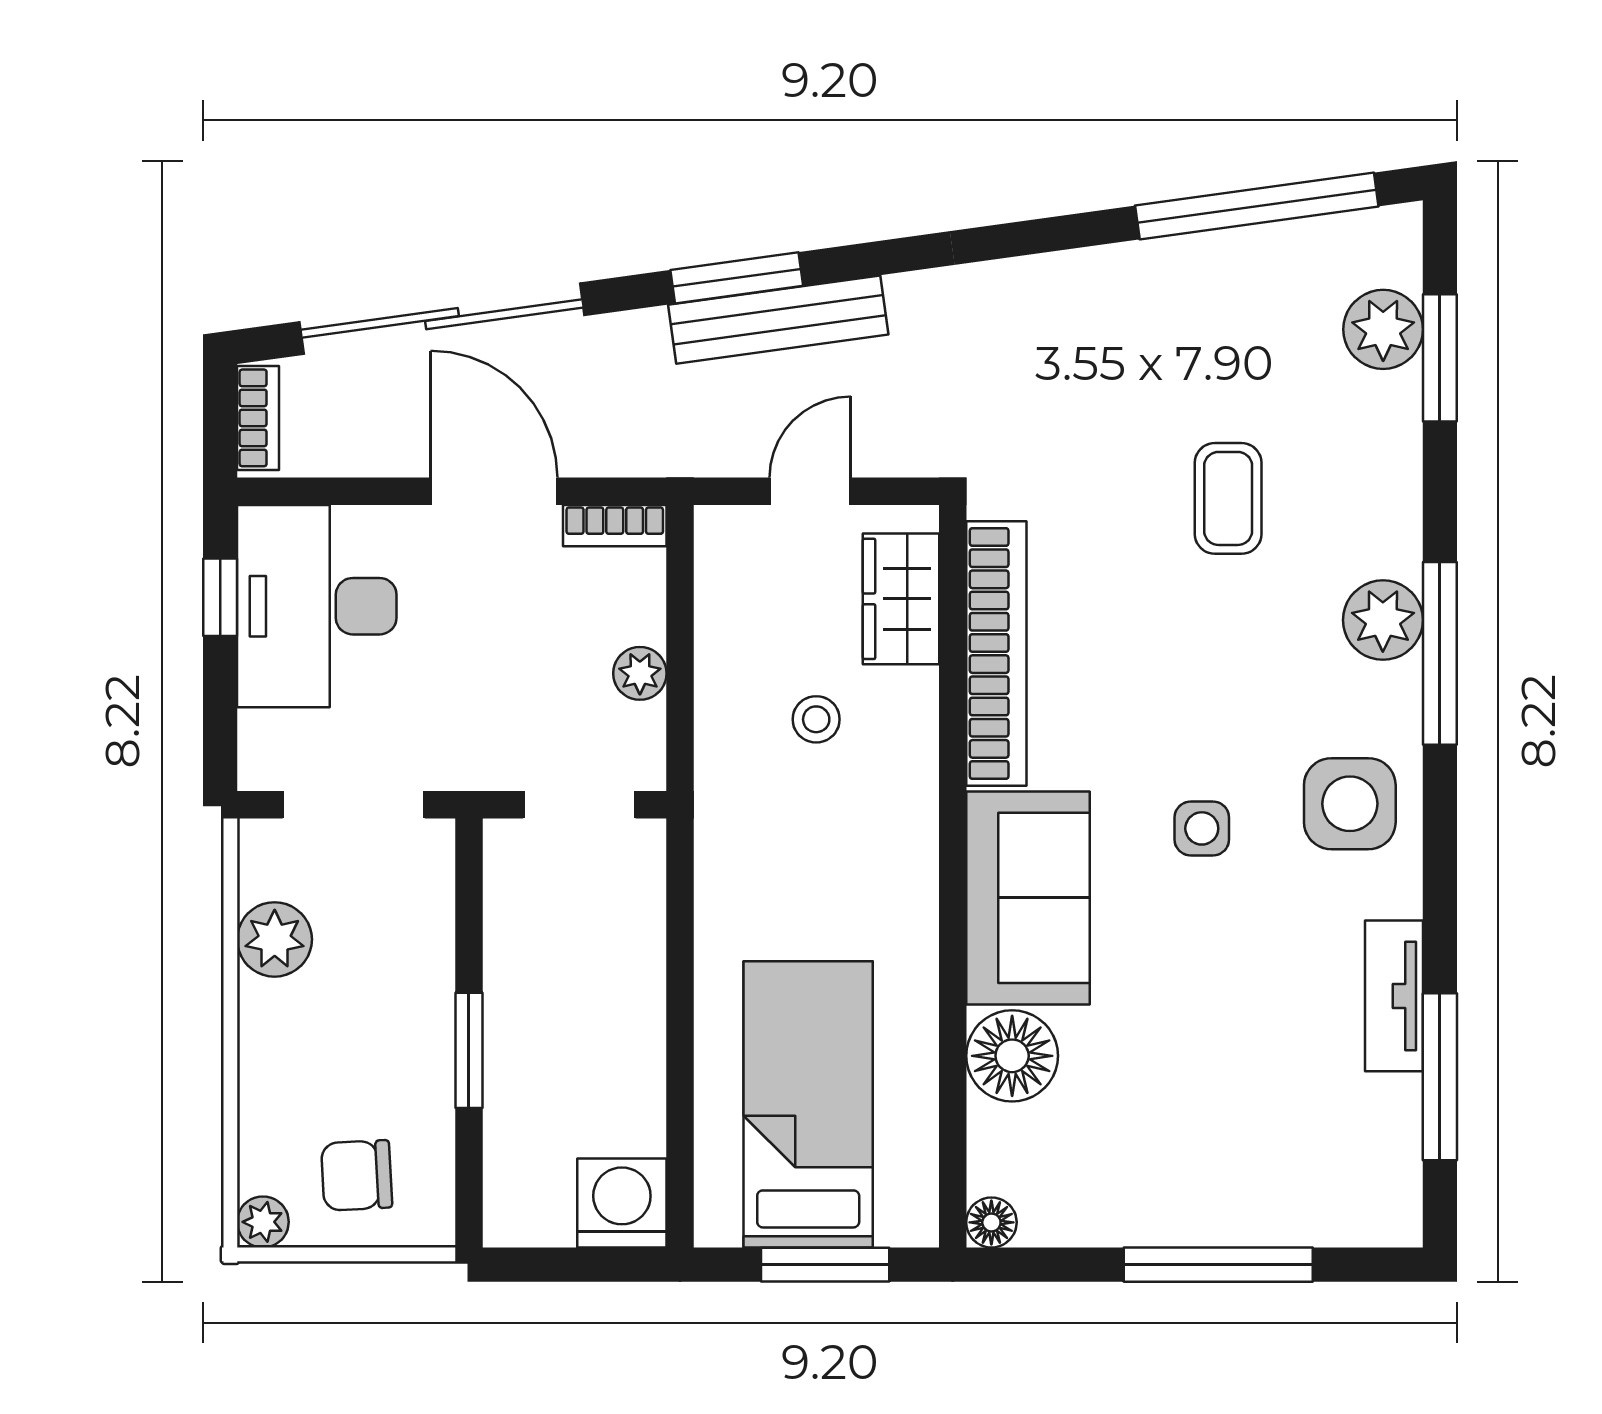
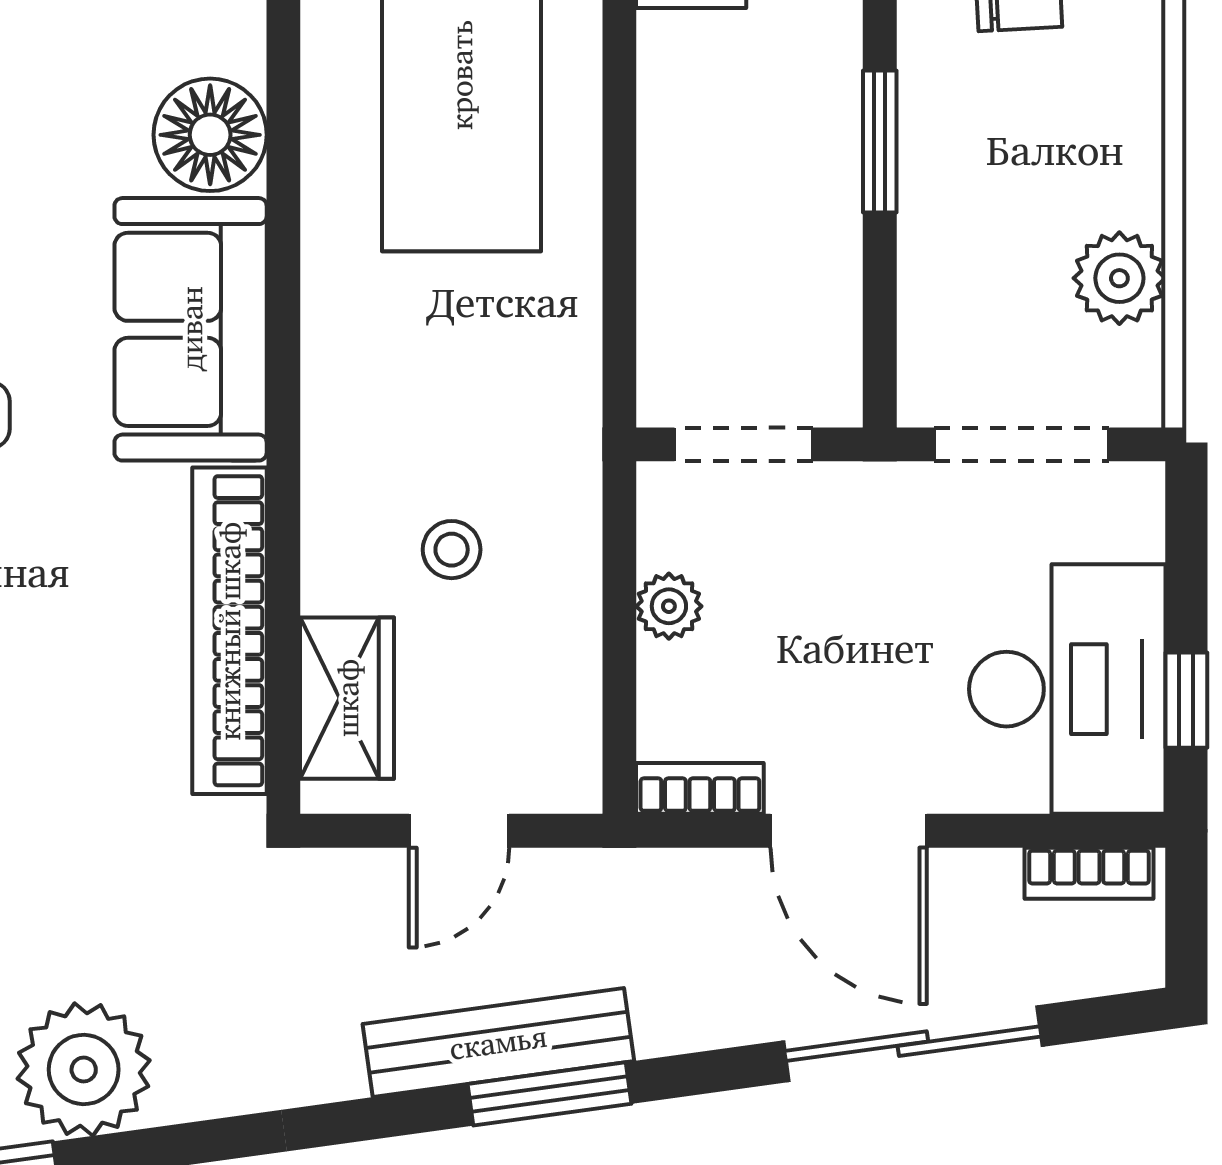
plant: (1115, 298) -> (84, 1070), added
sliding door: (442, 319) -> (913, 1044), width x0.73
bookcase: (258, 418) -> (1089, 873), moved, turned -90

